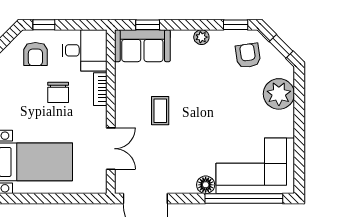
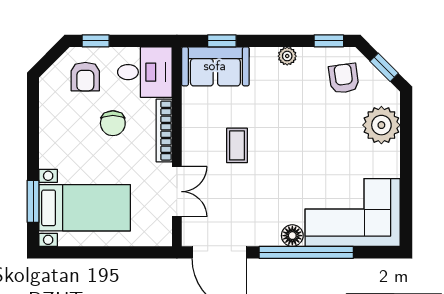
bookcase: (100, 89) -> (164, 131), width x1.56
window: (244, 199) -> (306, 252), moved

